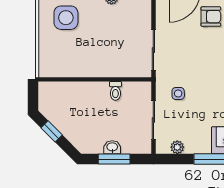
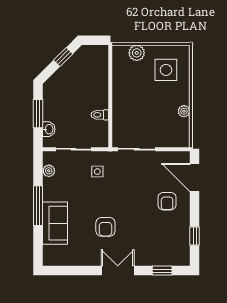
plant: (47, 50) -> (137, 53), added
washbasin: (112, 147) -> (49, 129), moved

